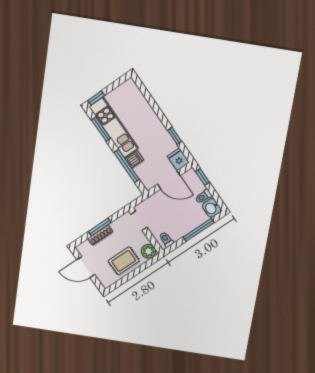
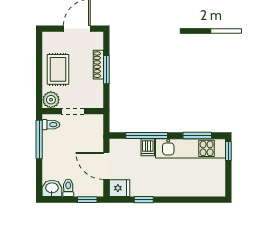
door: (169, 180) -> (106, 166), hinge flipped
doorway: (139, 221) -> (73, 111), moved
window: (199, 230) -> (39, 139), moved

